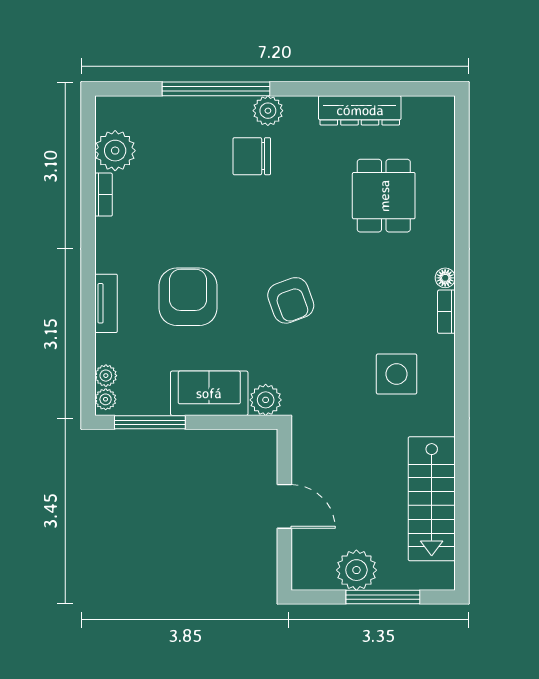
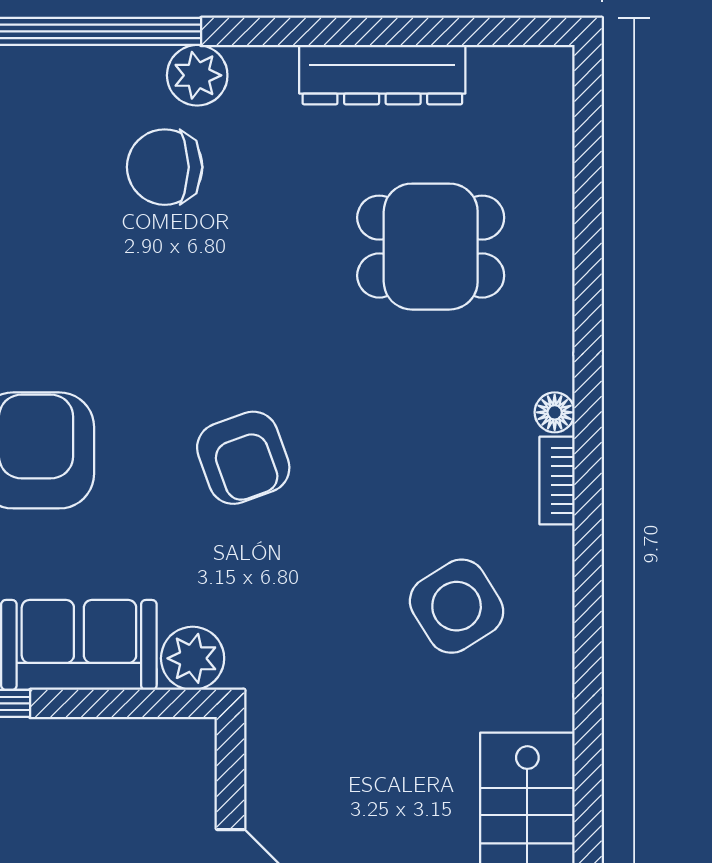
dining table: (384, 196) -> (431, 247), turned 90
side table: (397, 374) -> (457, 606), turned -32

